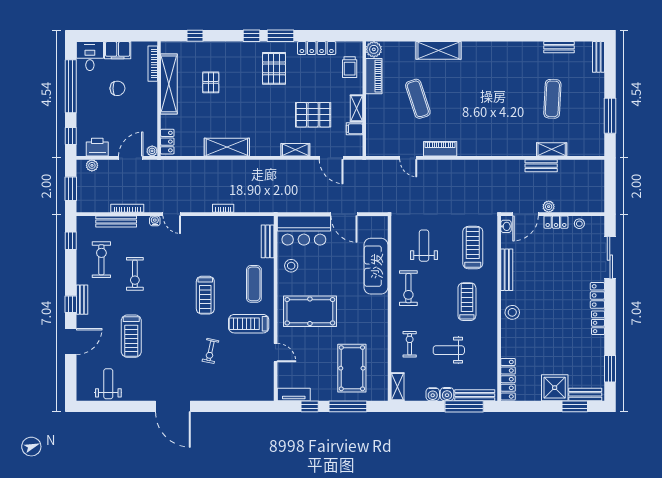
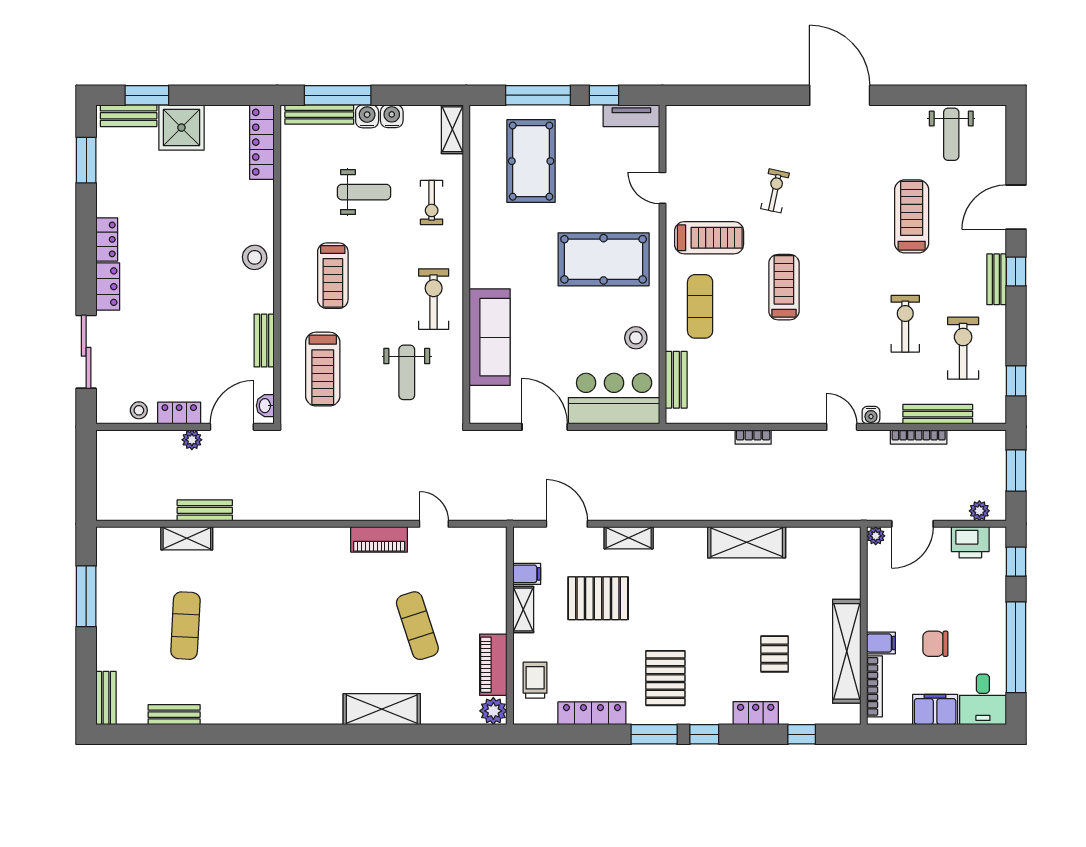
filing cabinet: (149, 89) -> (881, 643), added
locker: (167, 142) -> (756, 713), moved, turned 90
exercise bike: (101, 260) -> (963, 348), turned 180
bench: (507, 270) -> (264, 341), width x0.73

